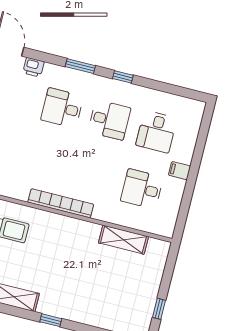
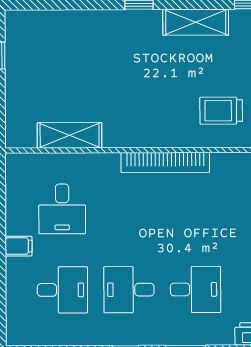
desk: (156, 132) -> (62, 290), turned 90
desk: (142, 189) -> (62, 209), turned 90

